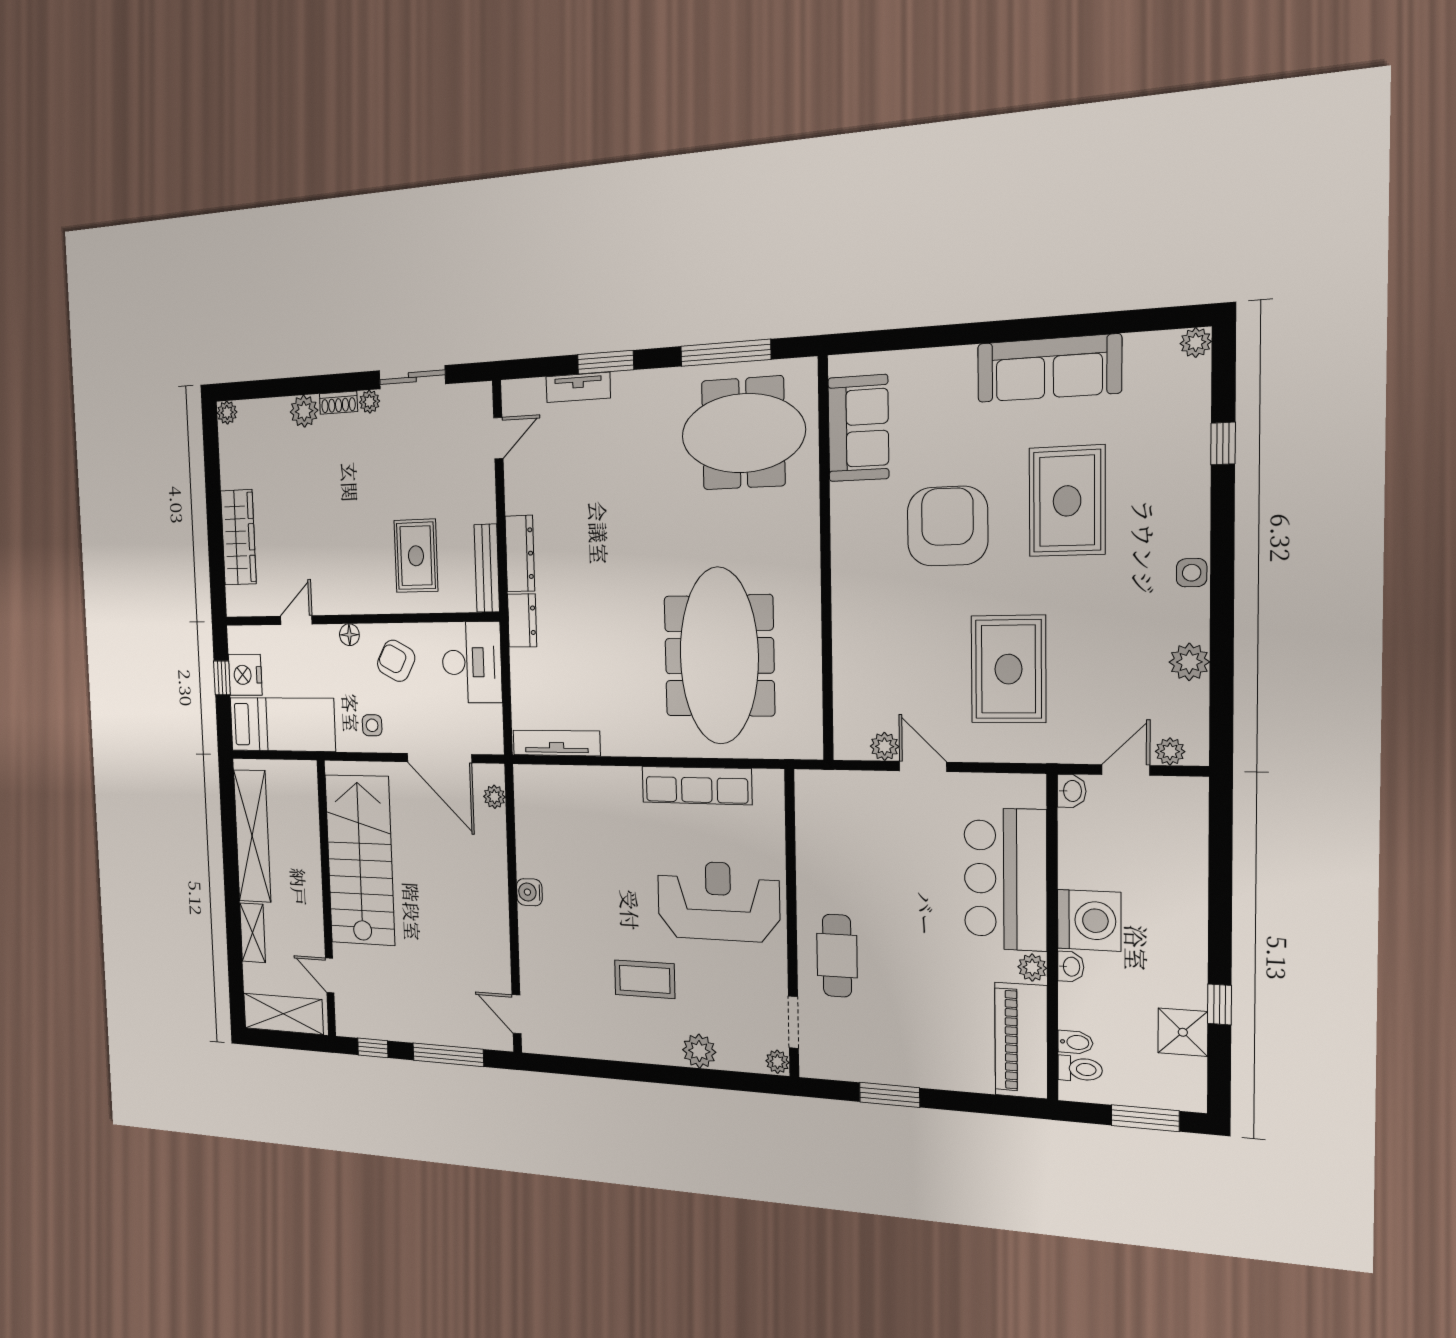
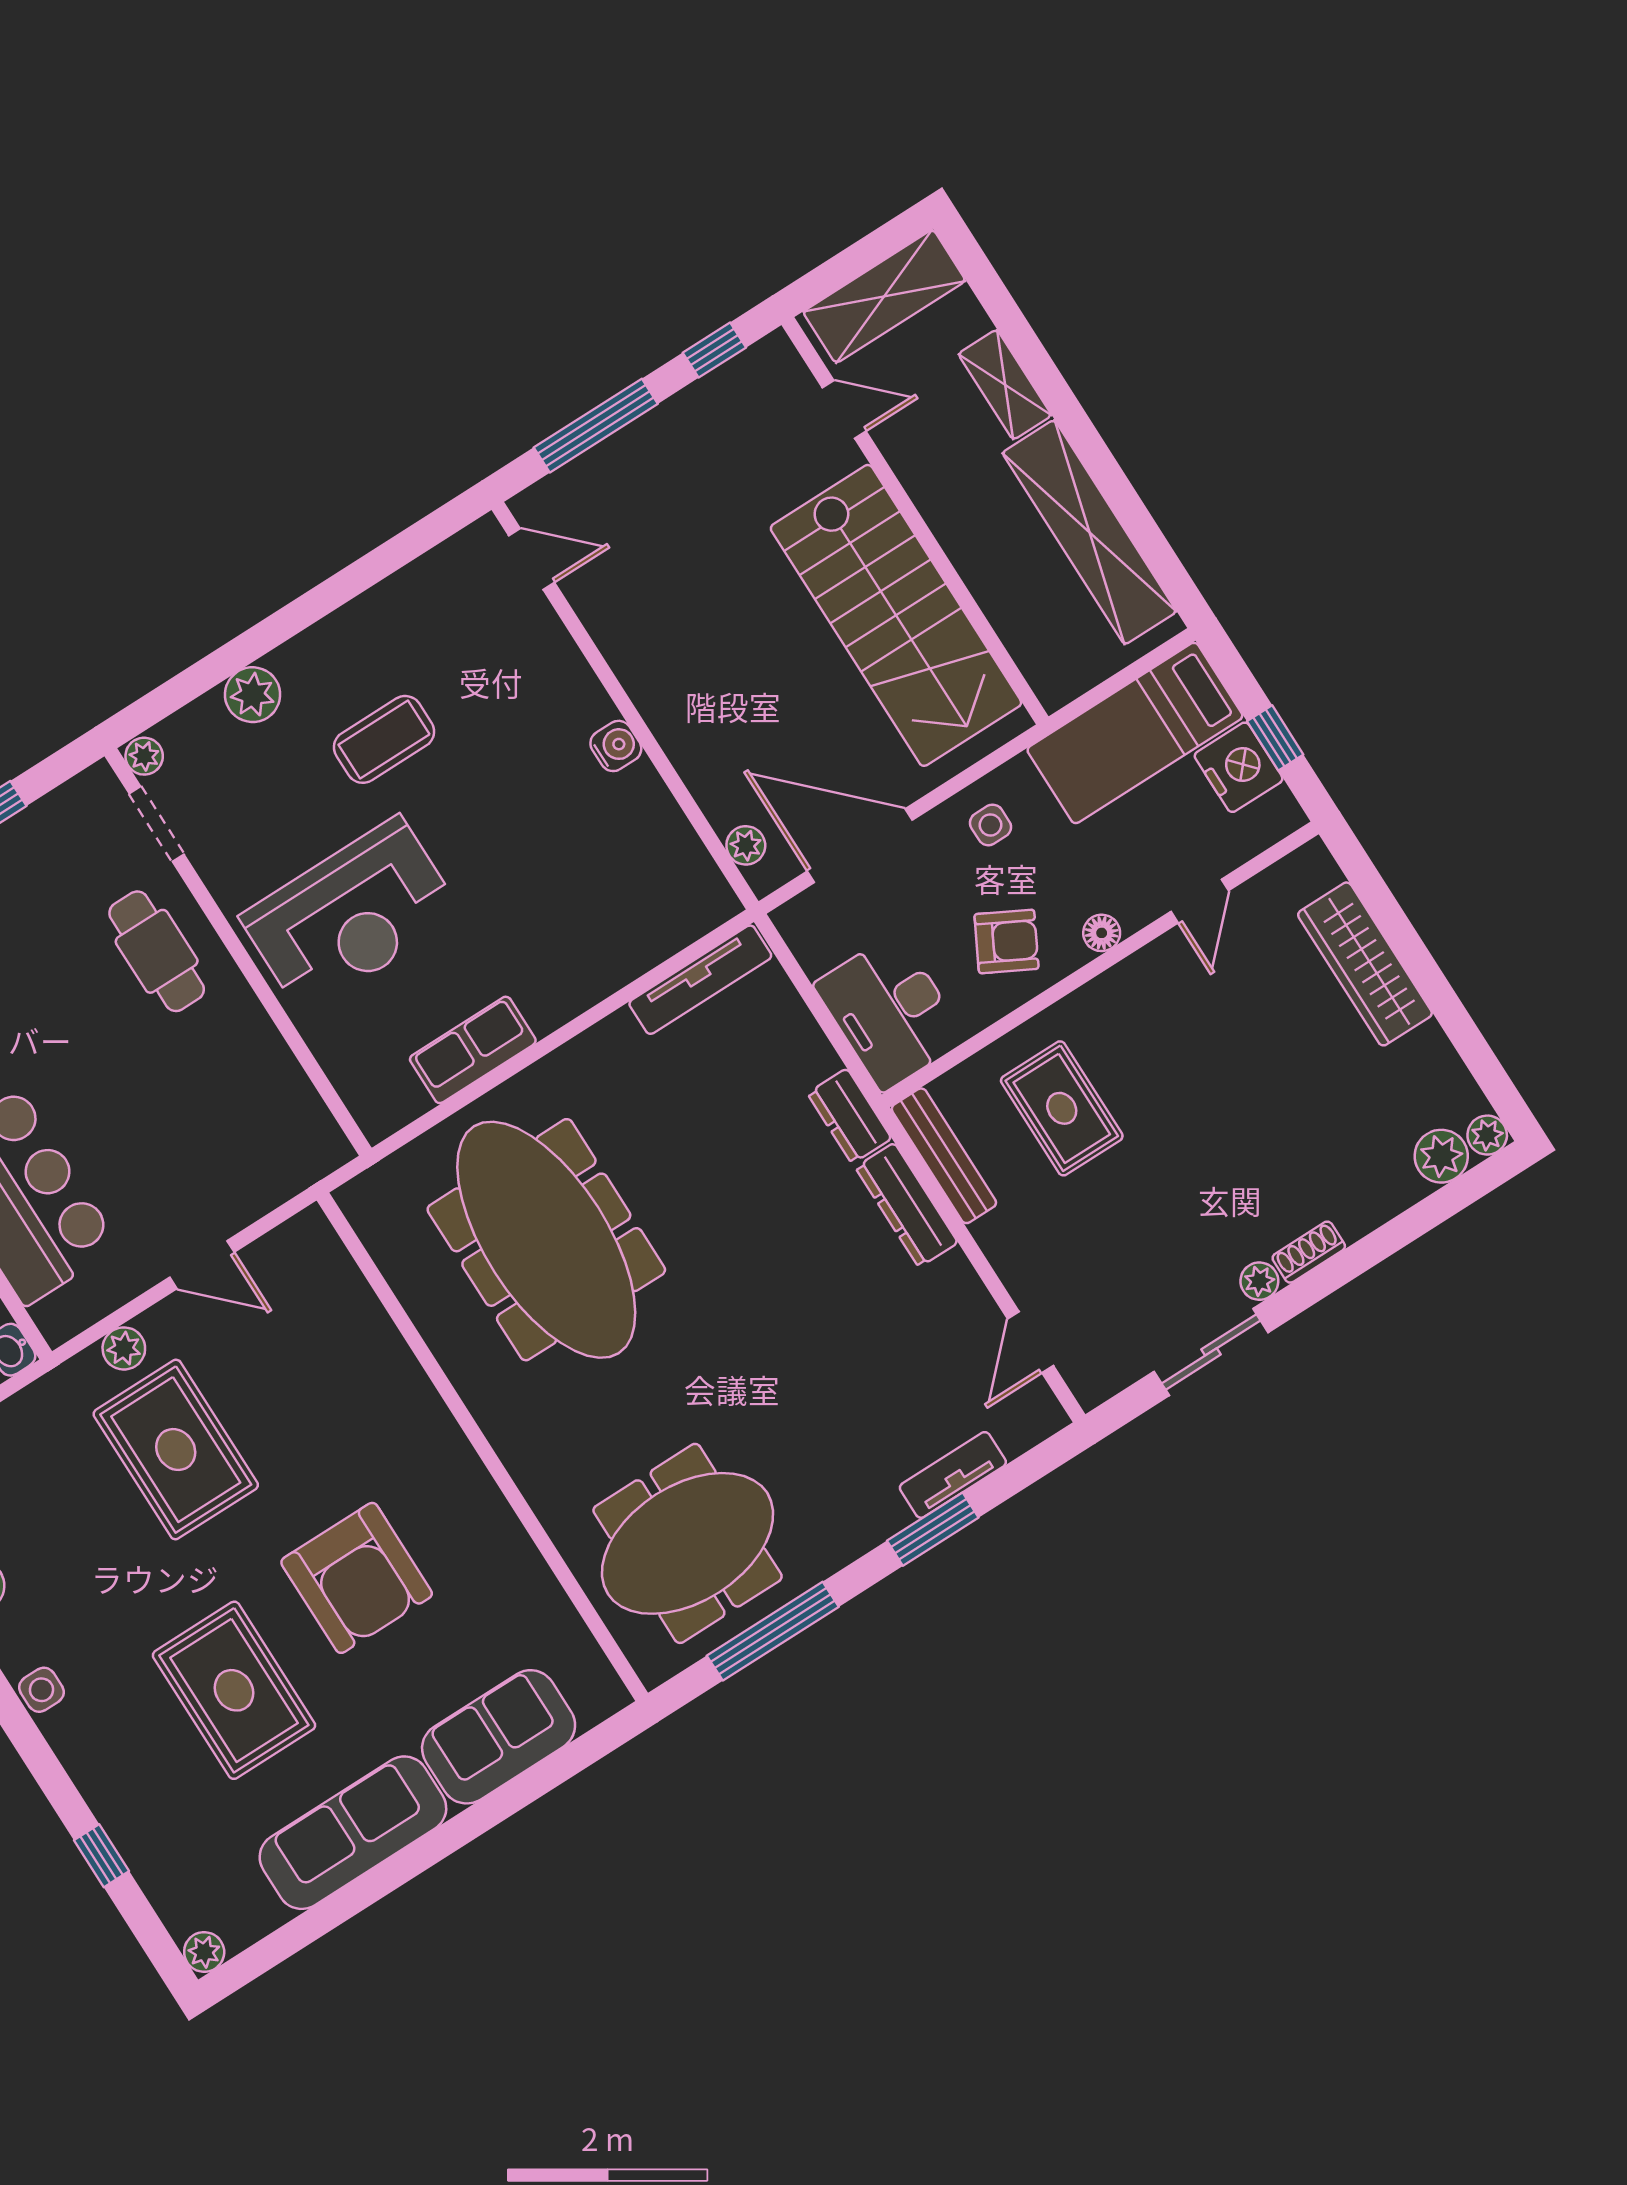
plant: (304, 411) -> (1441, 1156), moved
sofa: (858, 428) -> (499, 1737), moved, turned 90
plant: (885, 746) -> (124, 1348), moved
row of seats: (697, 786) -> (473, 1050), width x0.68

